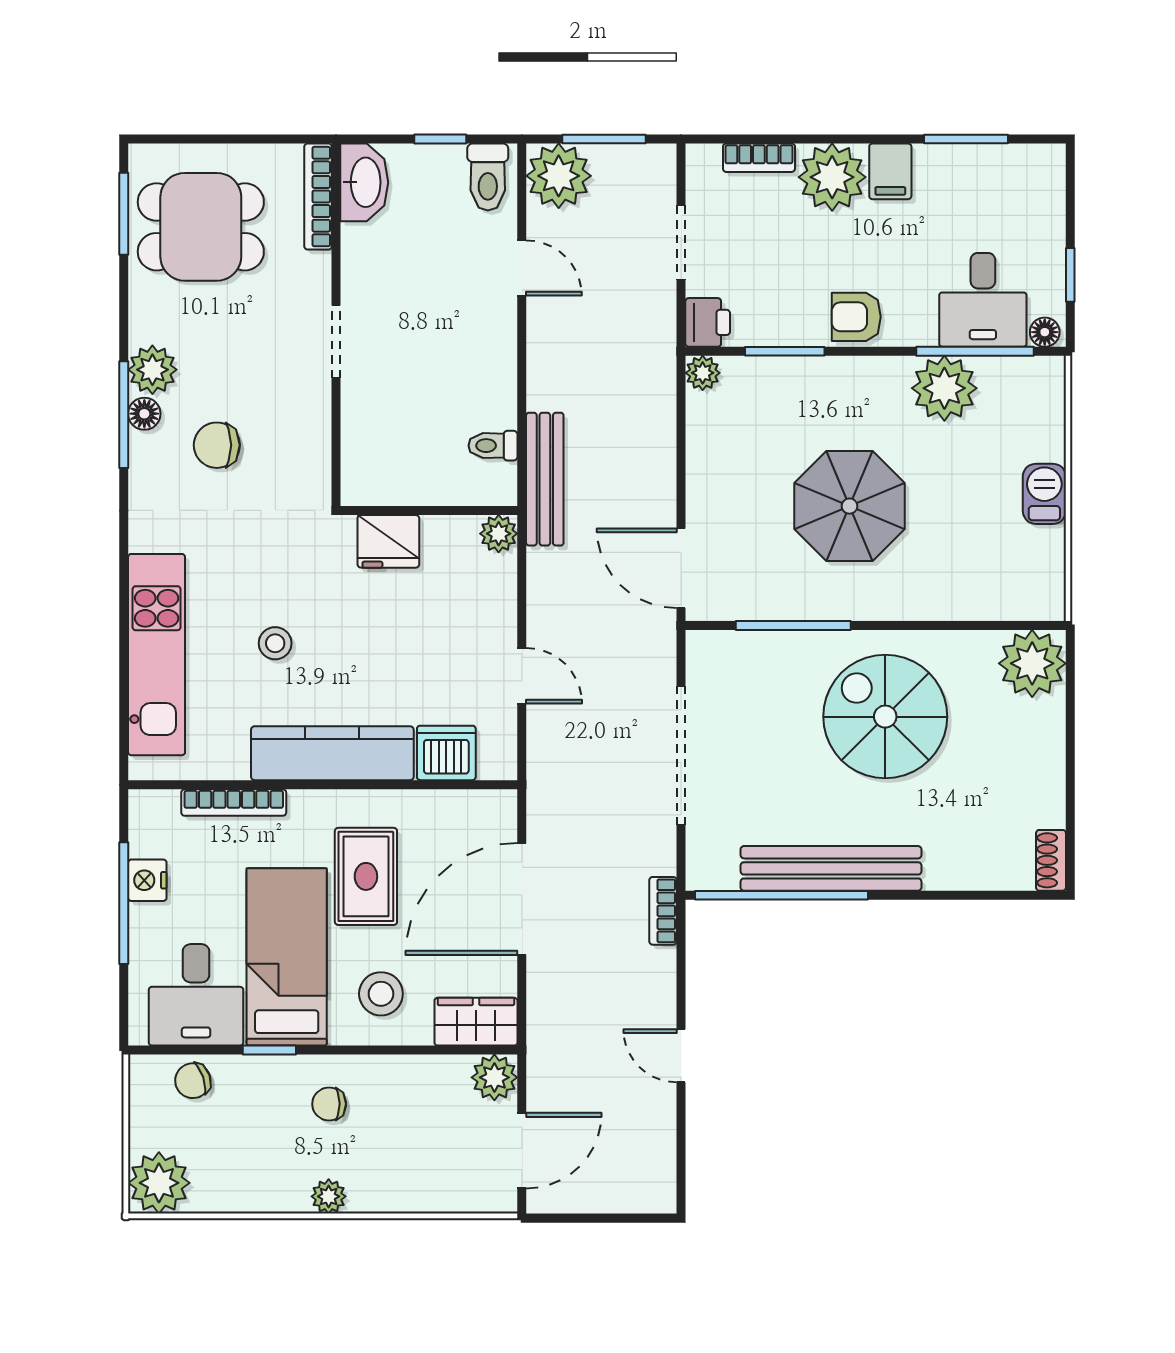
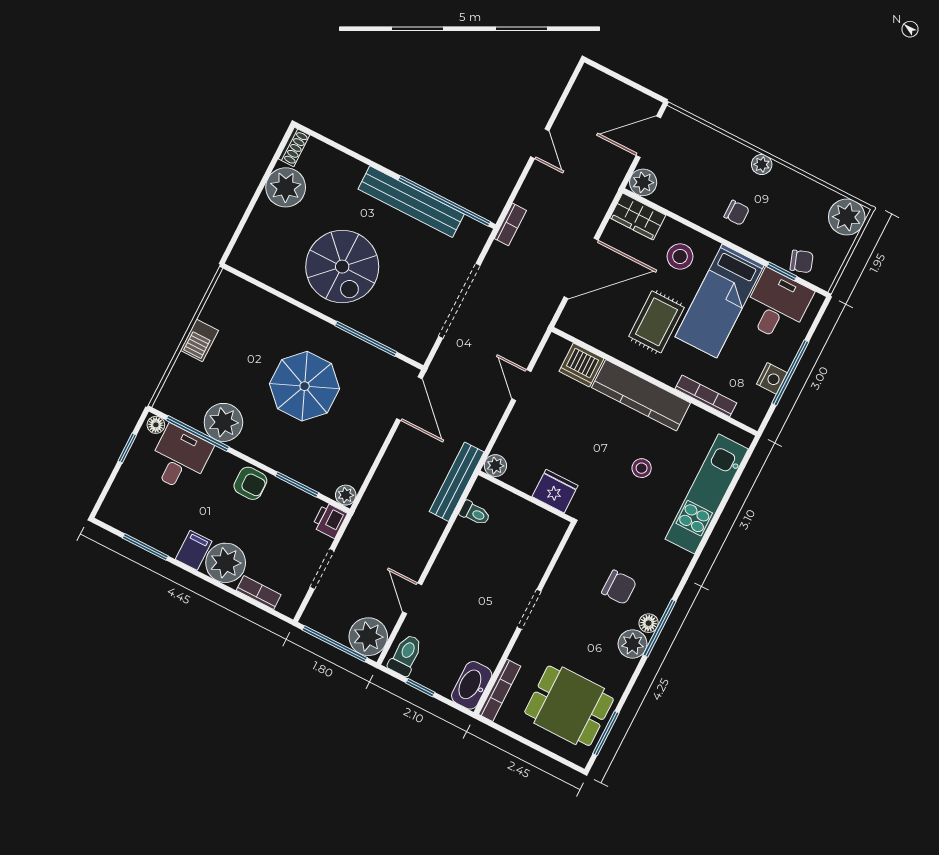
window: (604, 139) -> (335, 644), width x1.44
plant: (1032, 663) -> (286, 187), moved
window: (269, 1050) -> (782, 271), moved

